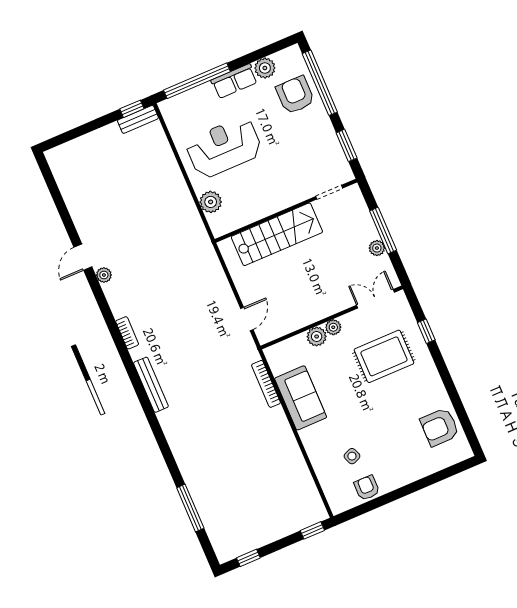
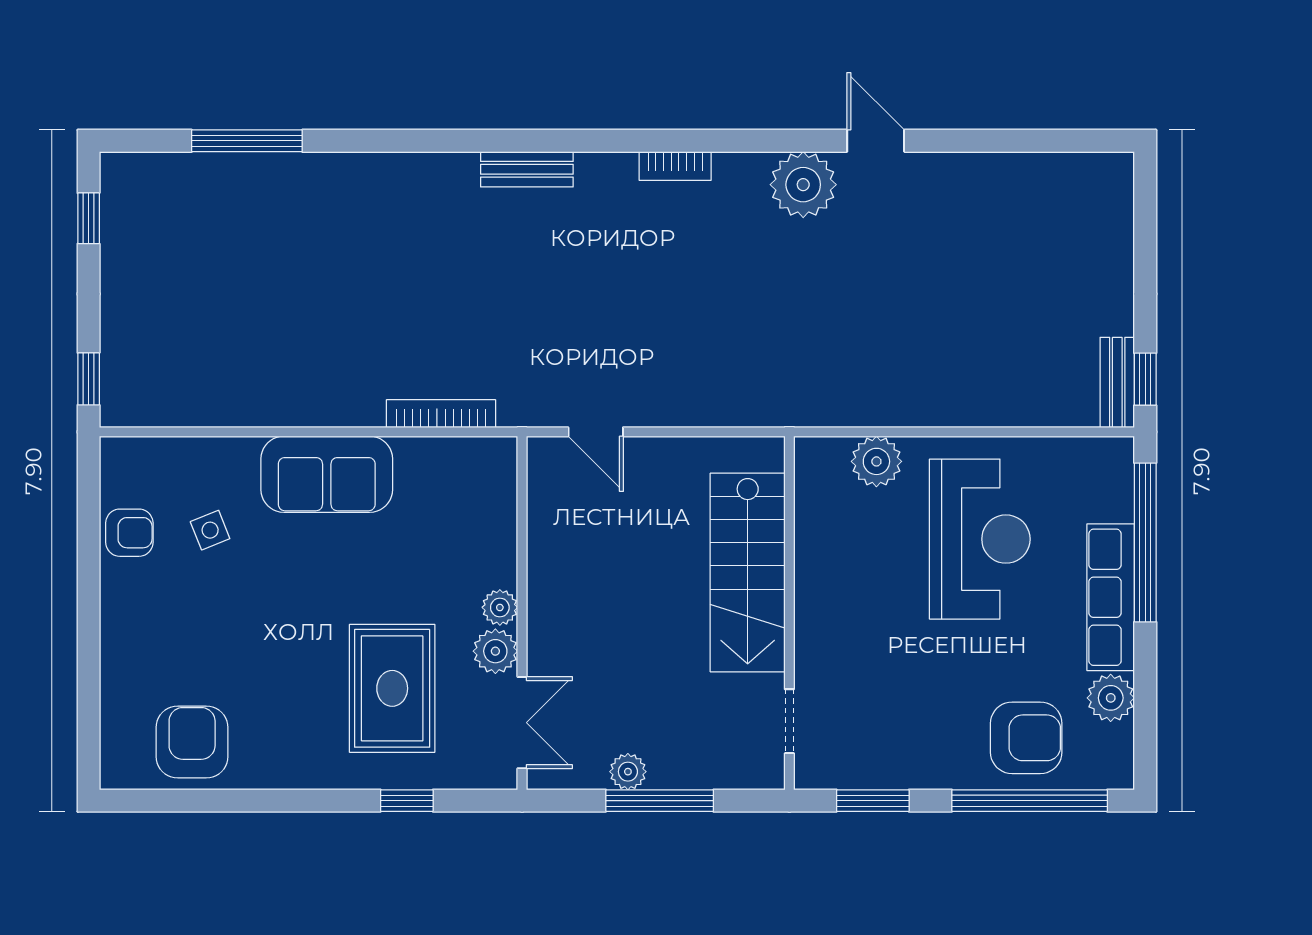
row of seats: (234, 81) -> (1111, 597), width x1.48
plant: (104, 275) -> (803, 185), width x1.88, depth x1.88
plant: (317, 336) -> (495, 651), moved
bench: (151, 385) -> (527, 169), width x0.73
sofa: (301, 398) -> (327, 474), moved

